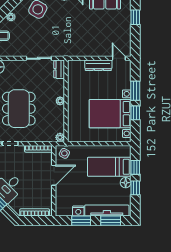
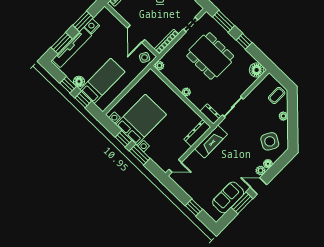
fireplace: (78, 50) -> (211, 142), added
dresser: (98, 65) -> (197, 133), moved

